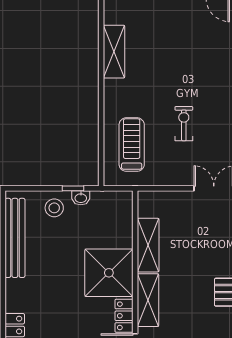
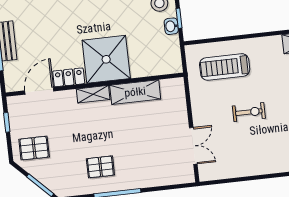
treadmill: (132, 145) -> (225, 67), turned 180
shelving: (148, 300) -> (93, 94), width x0.67, depth x0.75

